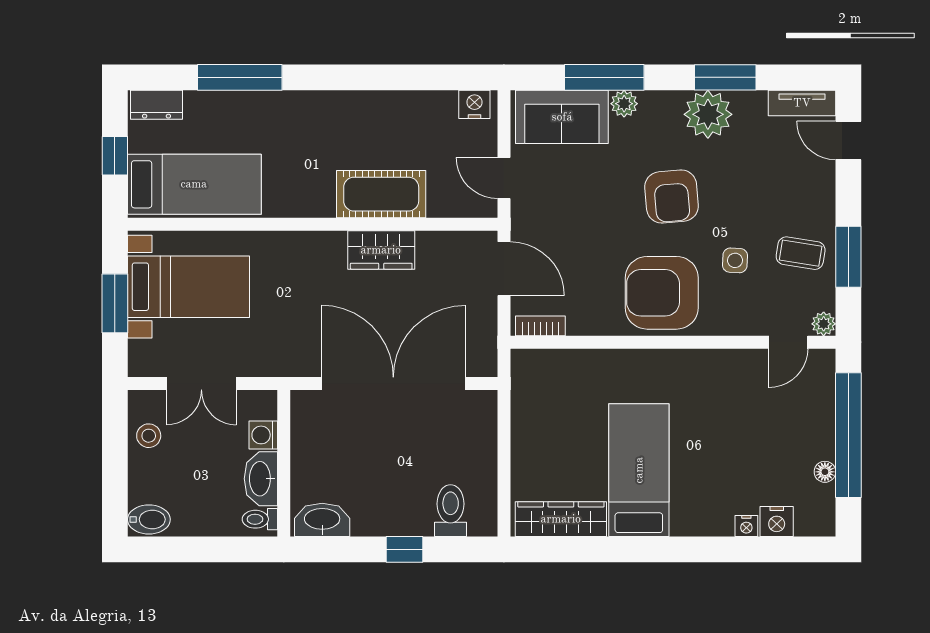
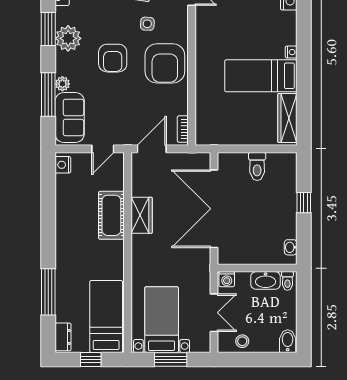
armchair: (672, 197) -> (113, 58), turned 95
washing machine: (263, 435) -> (227, 279), moved
toilet: (451, 511) -> (257, 166), moved, turned -90
washbasin: (322, 520) -> (291, 247), width x0.52, depth x0.69
nightstand: (746, 526) -> (291, 52), moved

